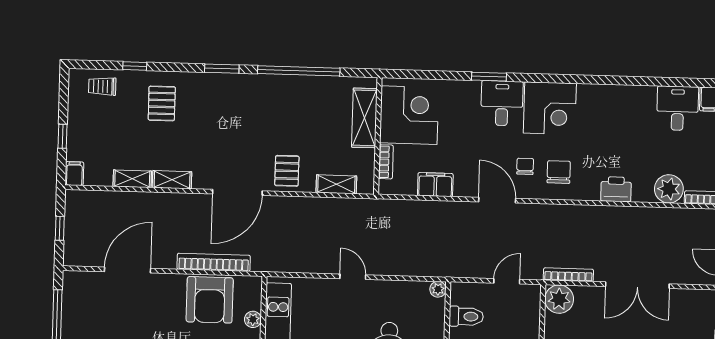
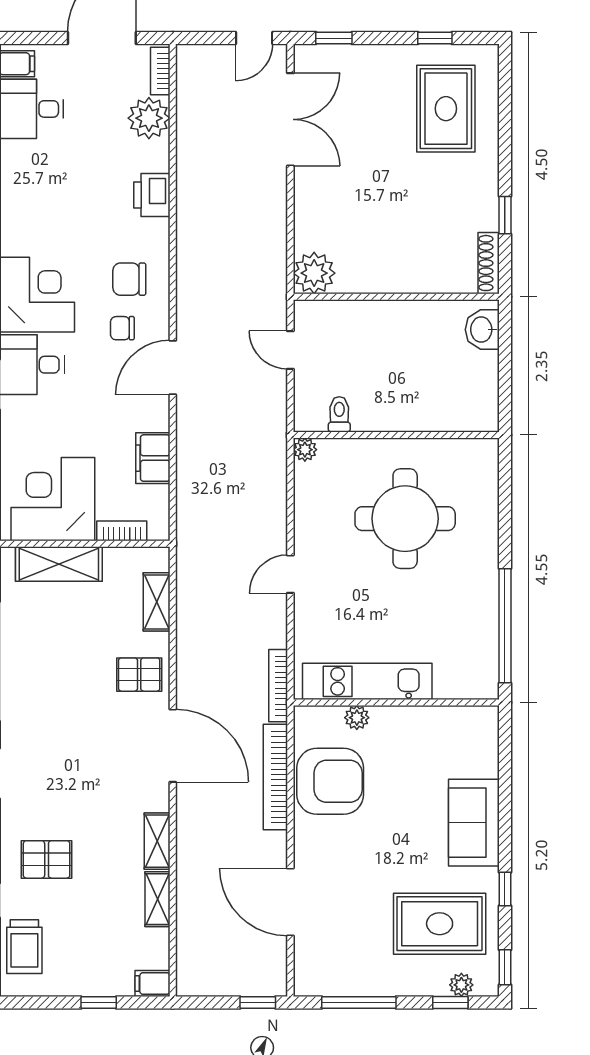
trolley: (102, 86) -> (24, 947), width x1.36, depth x1.39
window: (60, 228) -> (258, 1002), moved
bookcase: (568, 275) -> (278, 686), moved
double door: (637, 285) -> (290, 119), moved
toilet: (466, 316) -> (339, 414), width x0.73, depth x0.72

